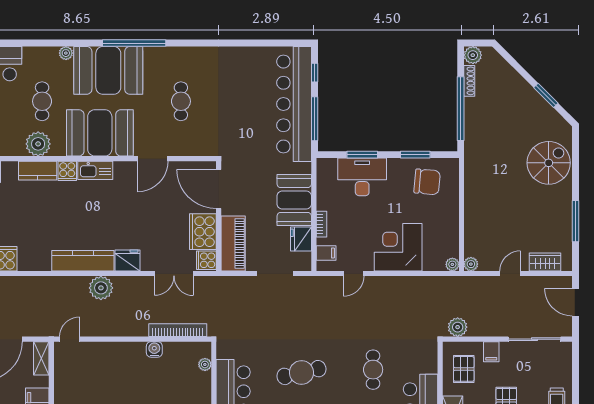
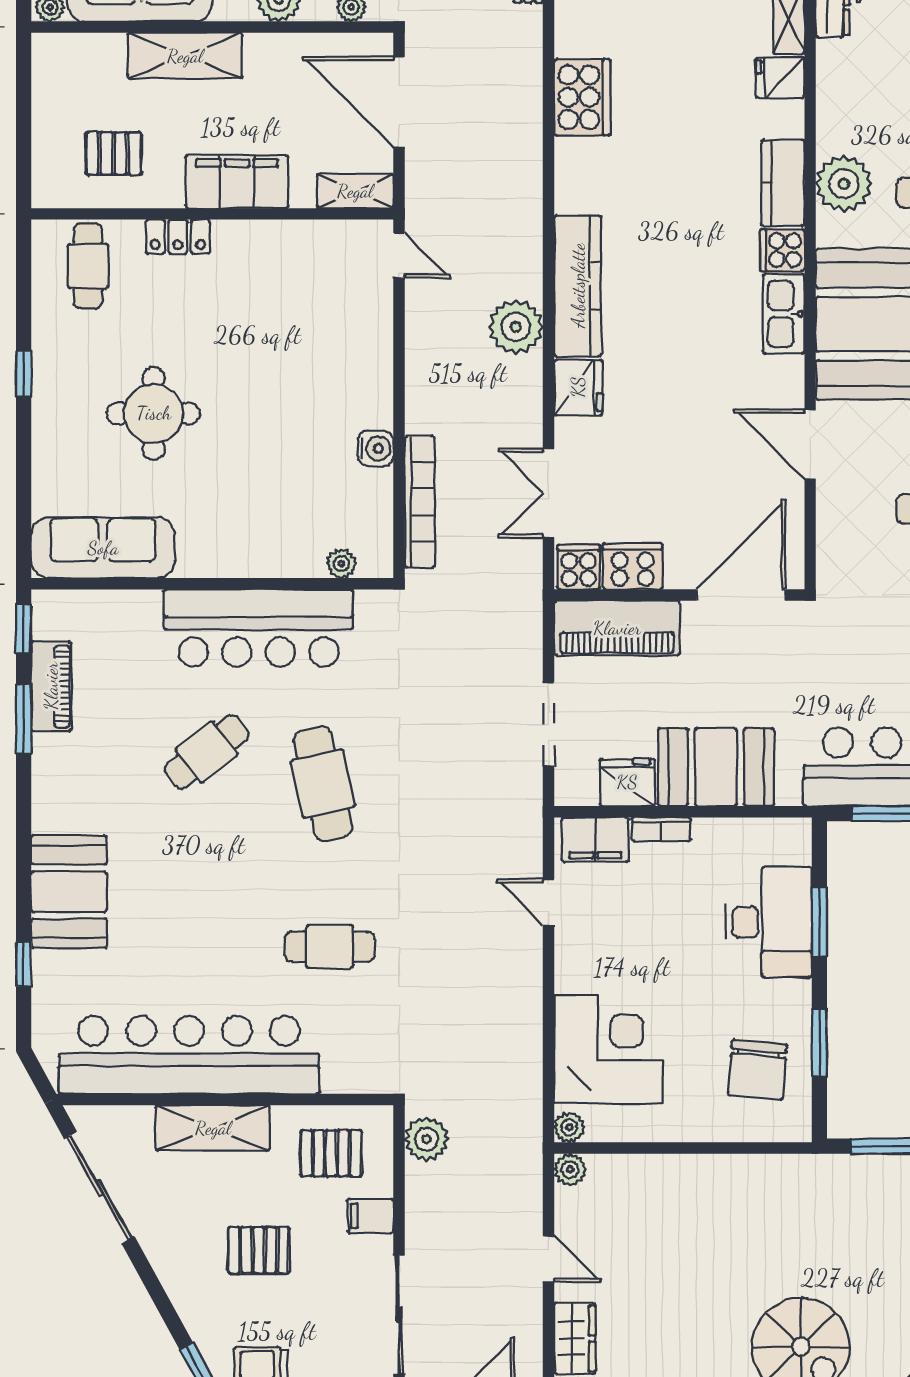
cooker: (203, 232) -> (633, 566), width x0.73, depth x0.76
corner desk: (398, 247) -> (608, 1049), moved
filing cabinet: (326, 253) -> (595, 840), width x2.00

